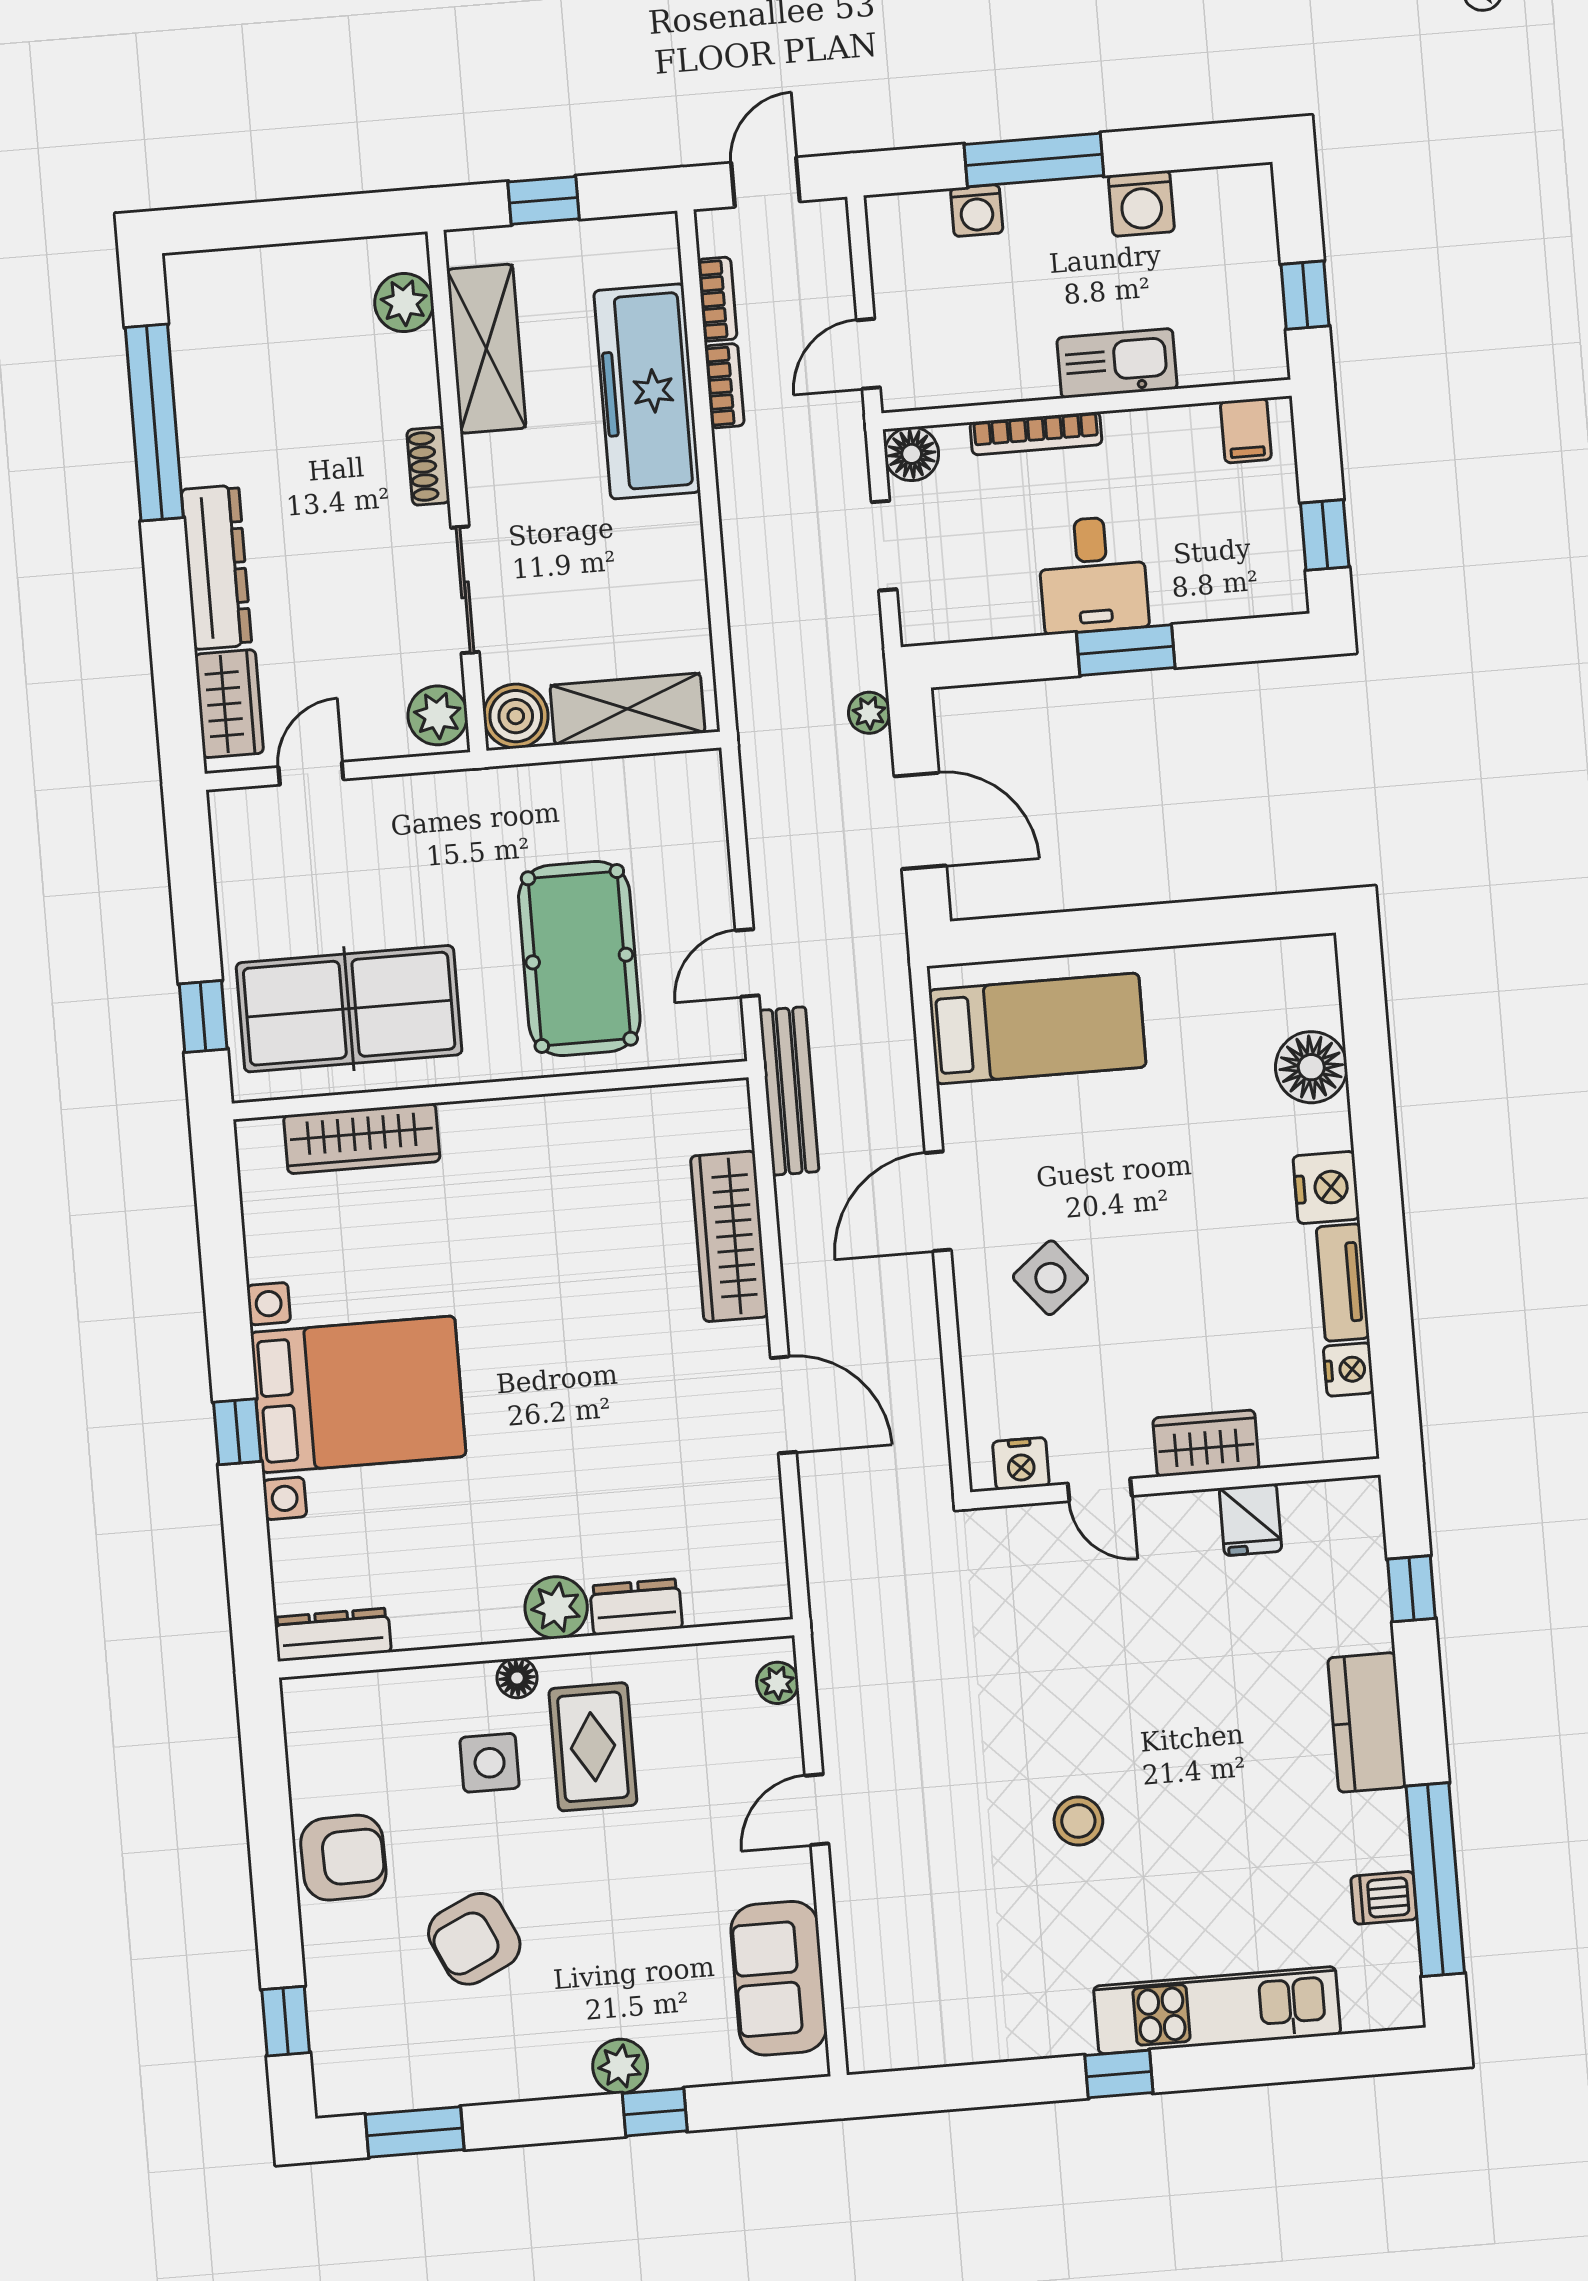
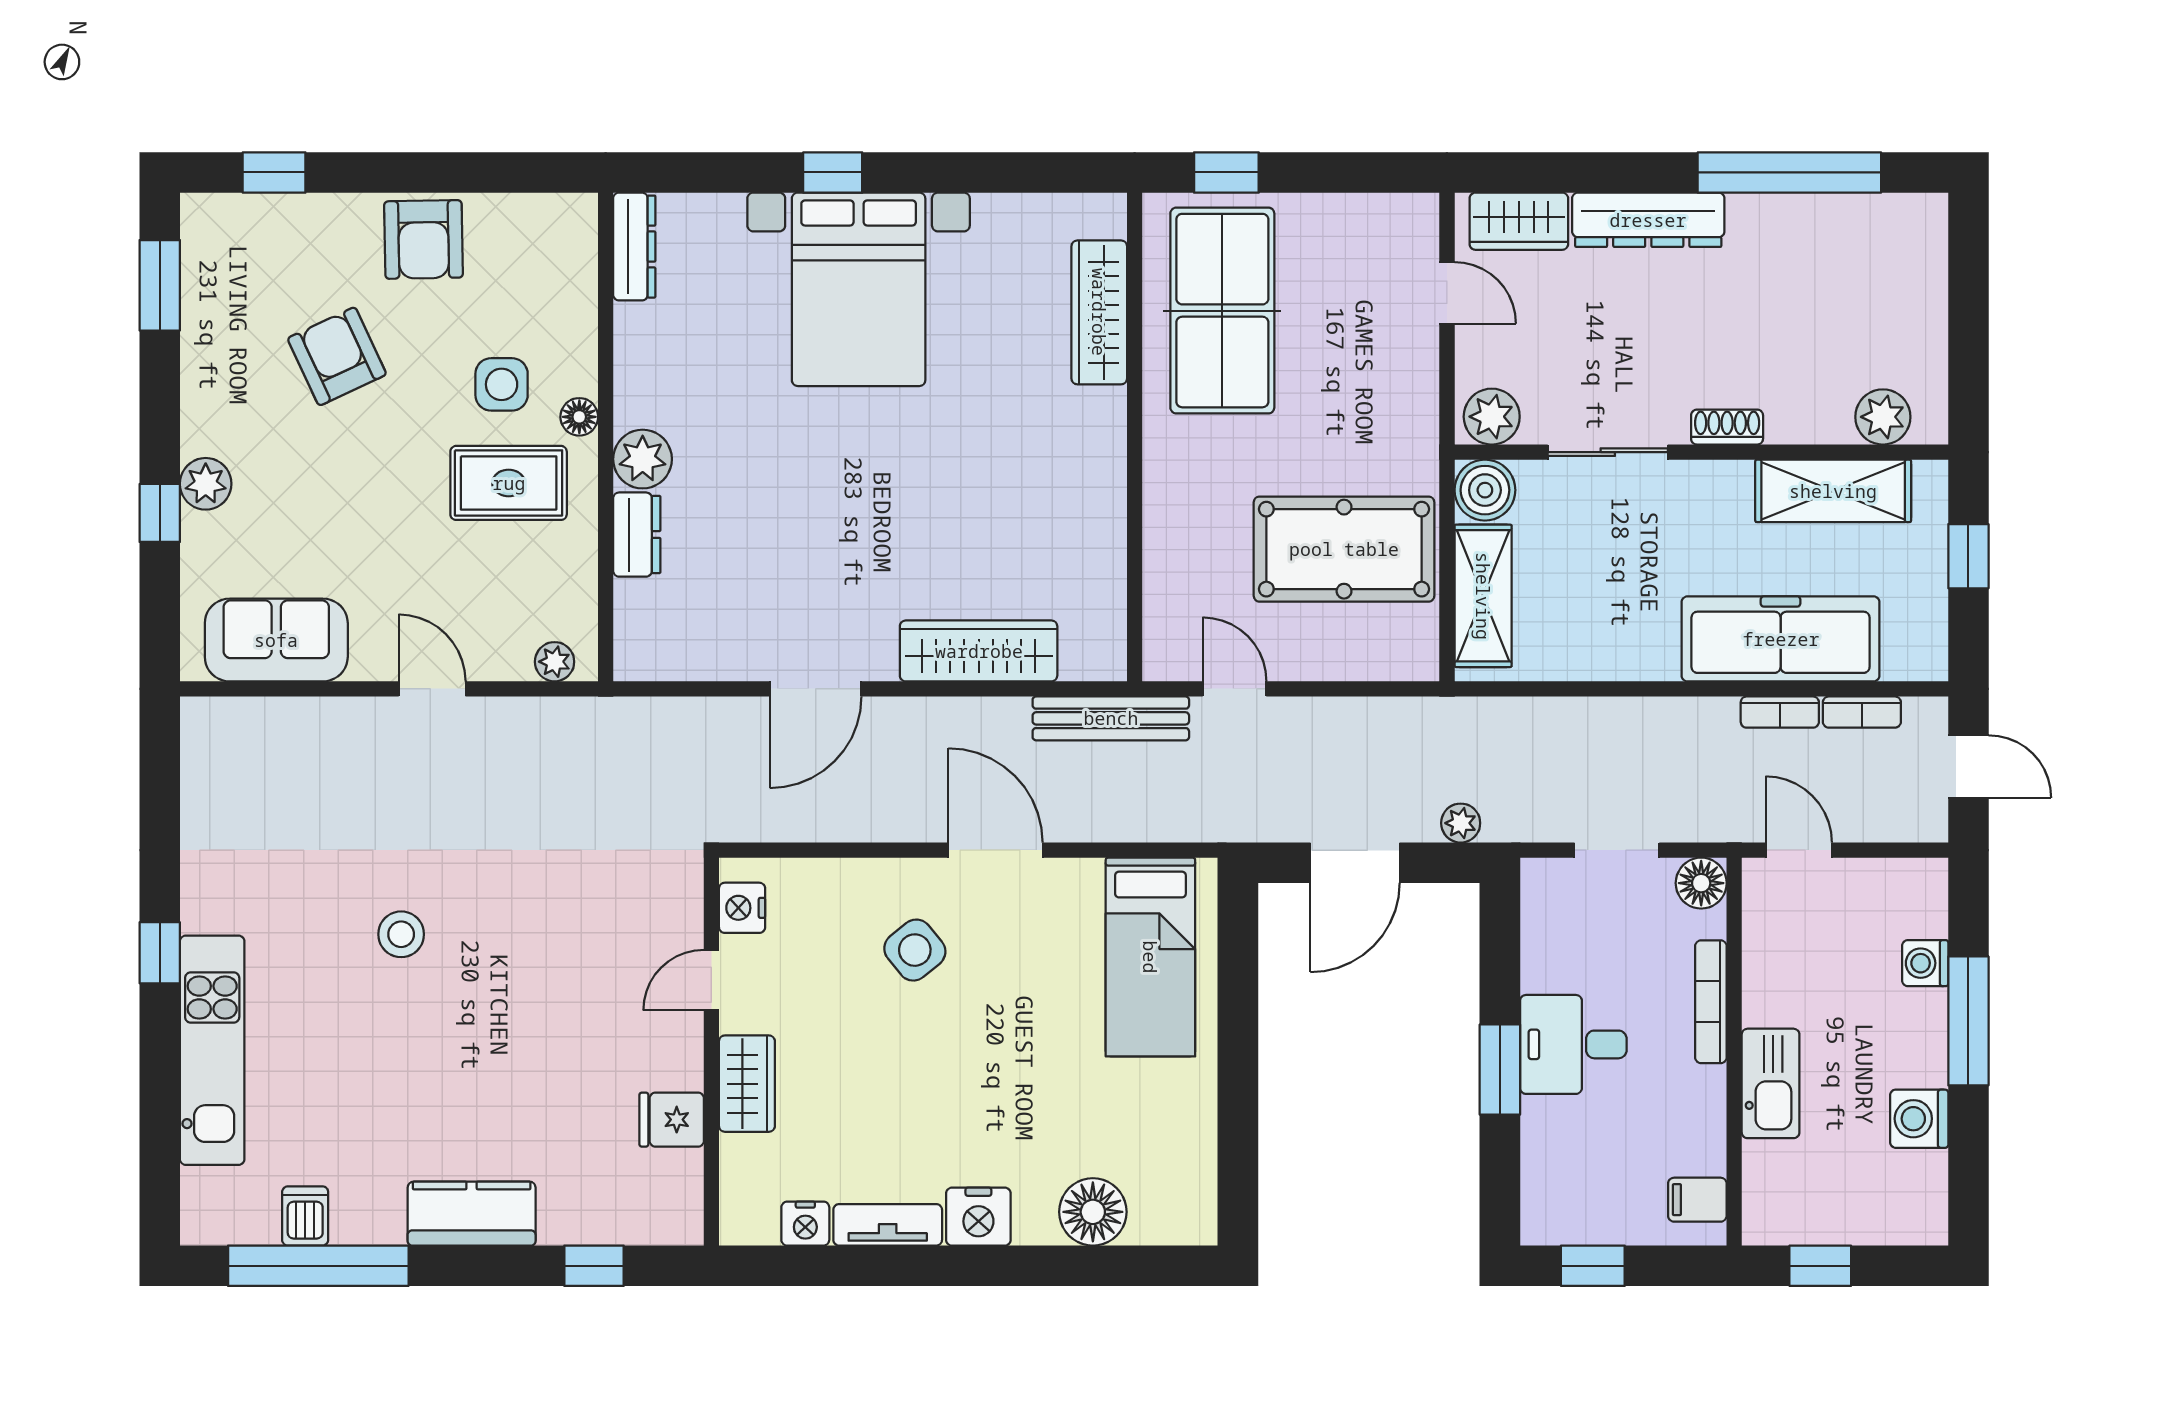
pool table: (579, 959) -> (1344, 549), moved

